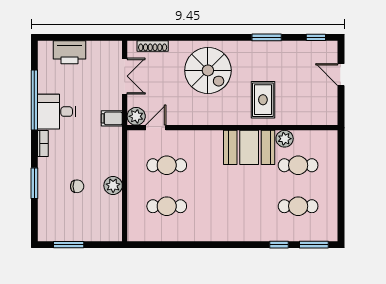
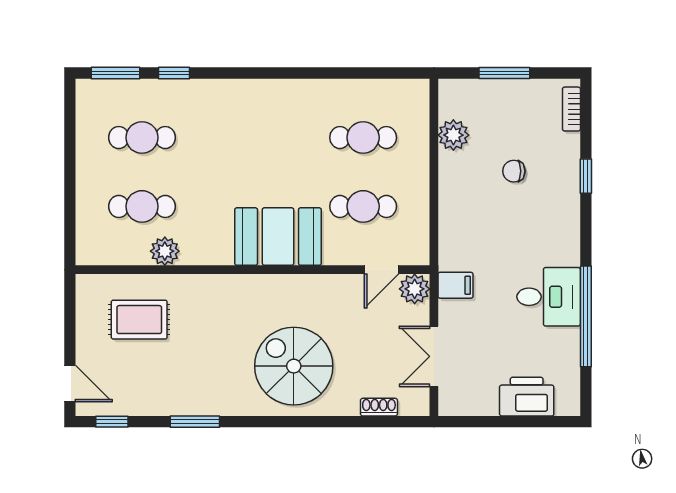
shoe rack: (153, 46) -> (379, 407), width x0.70
door: (341, 75) -> (70, 383), moved
rug: (263, 100) -> (139, 320), moved, turned 90
bookcase: (43, 143) -> (571, 109), moved
booth: (249, 147) -> (278, 237), moved
window: (34, 183) -> (586, 176), width x0.67
plant: (113, 186) -> (453, 135), moved
window: (69, 245) -> (504, 73), moved

